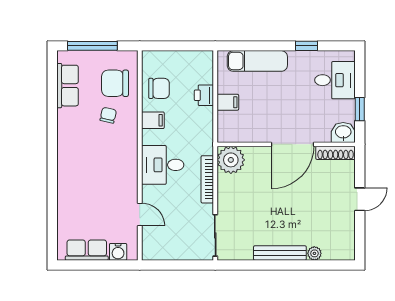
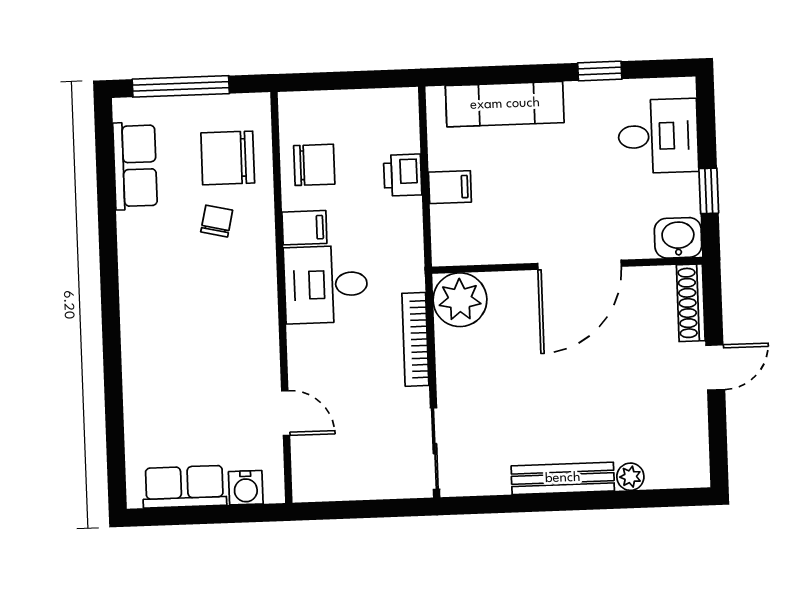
shoe rack: (336, 153) -> (691, 303), moved, turned 90
desk: (163, 165) -> (326, 285), moved

